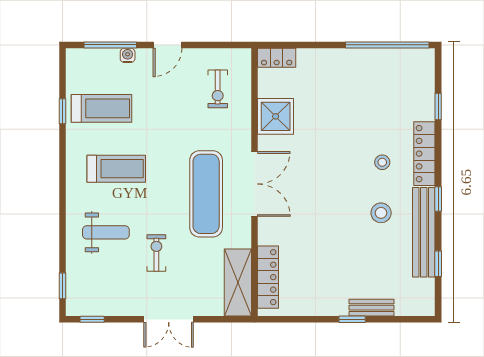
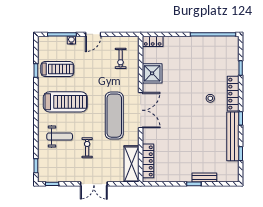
treadmill: (116, 169) -> (65, 102), width x1.37, depth x1.38
stool: (381, 213) -> (210, 126), removed

